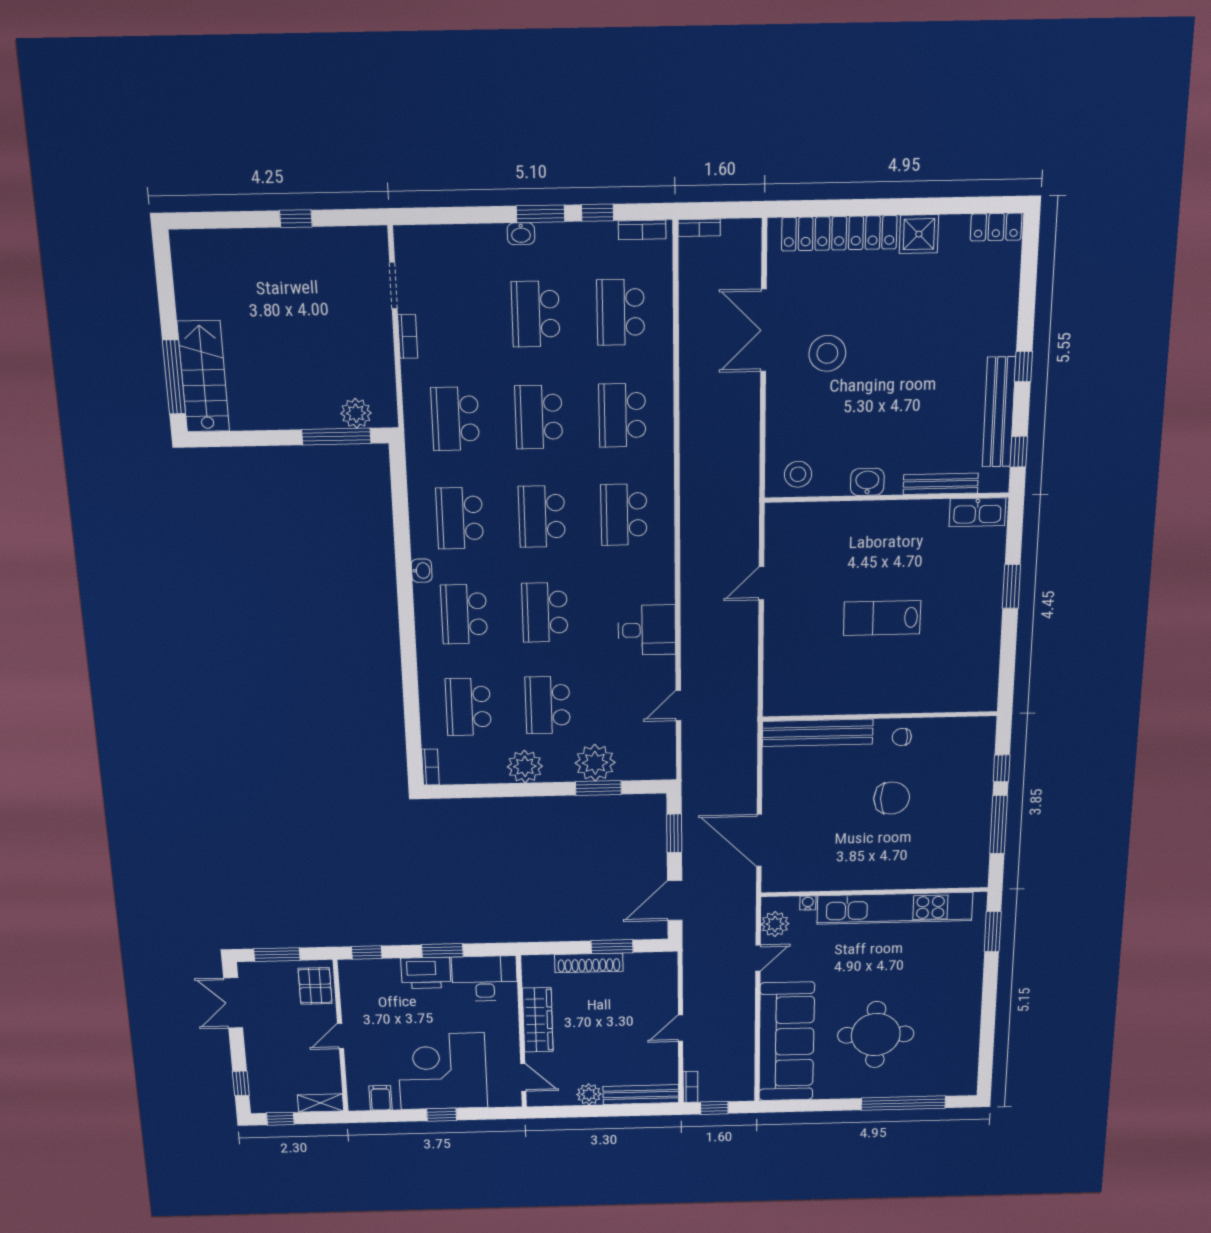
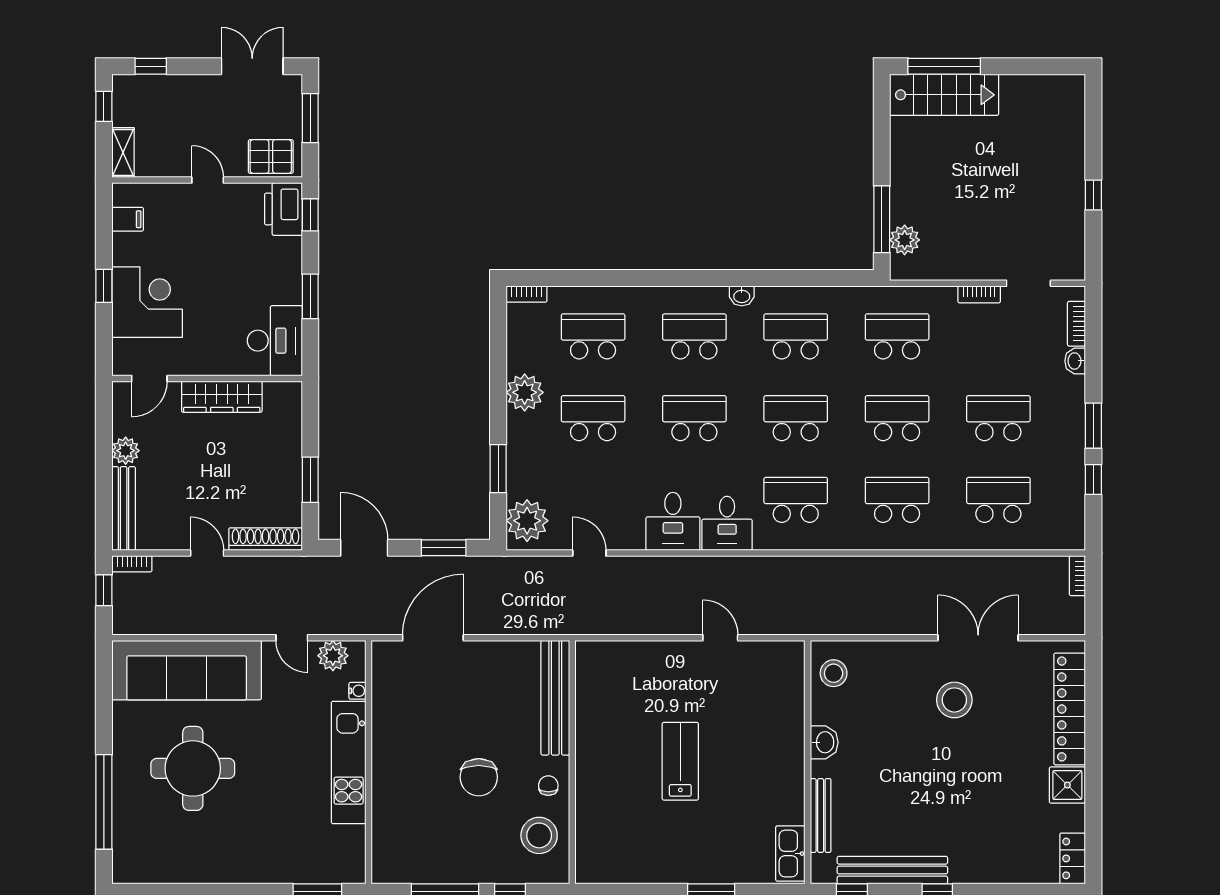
bookcase: (642, 230) -> (1076, 324), moved
washbasin: (521, 234) -> (1075, 361), moved
desk: (648, 580) -> (727, 523), added
stool: (949, 744) -> (539, 835), added
plant: (595, 763) -> (527, 521), moved
kitchen unit: (895, 908) -> (349, 762), width x0.73
shoe rack: (589, 963) -> (266, 539), moved, turned 90
printer: (426, 973) -> (283, 209), moved
corner desk: (442, 1071) -> (147, 302), width x0.74, depth x0.74

